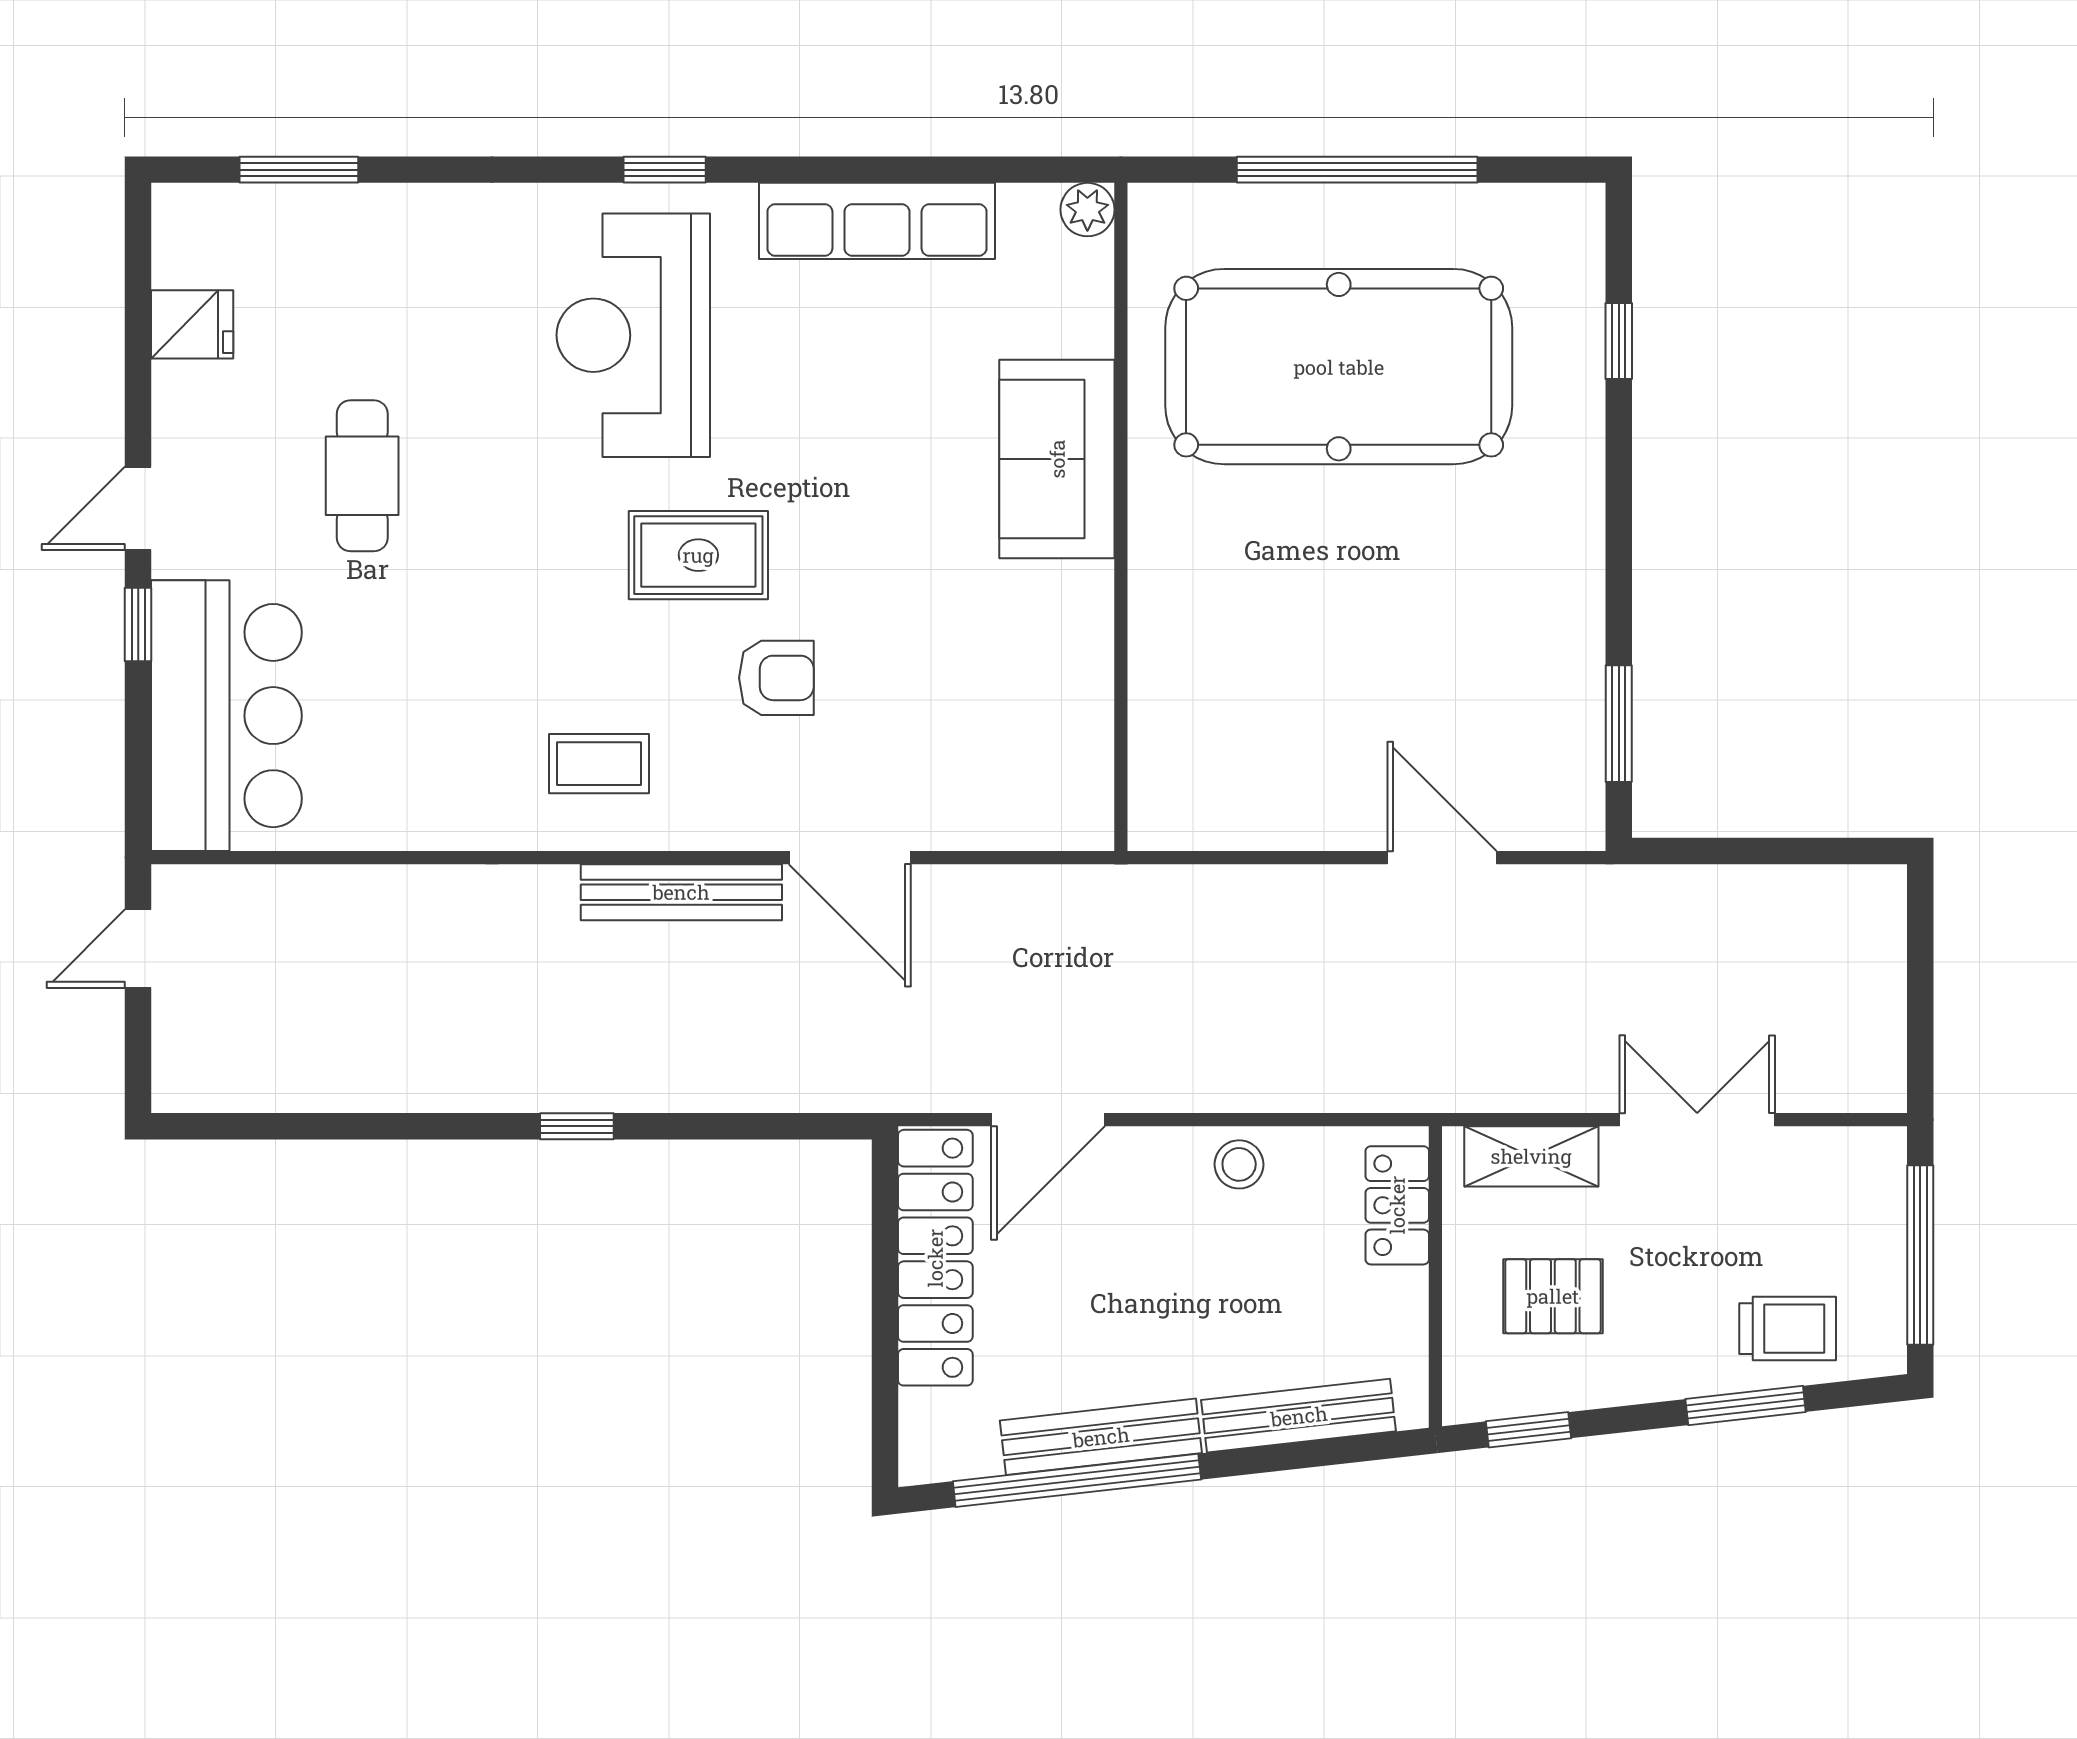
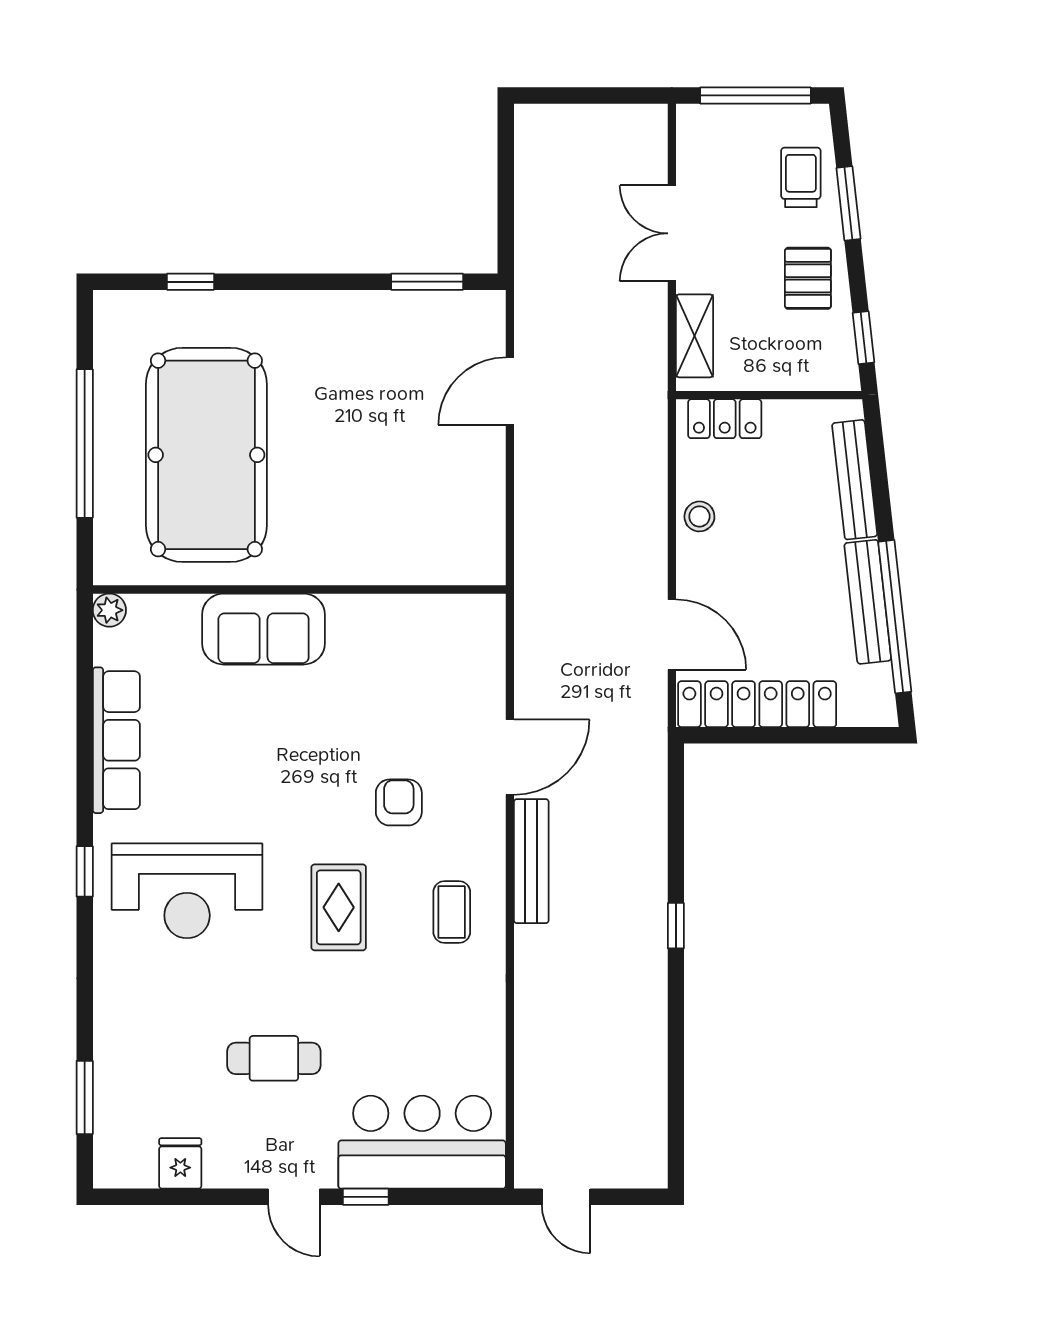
rug: (698, 555) -> (339, 907), moved
pallet: (1553, 1296) -> (808, 278), moved

